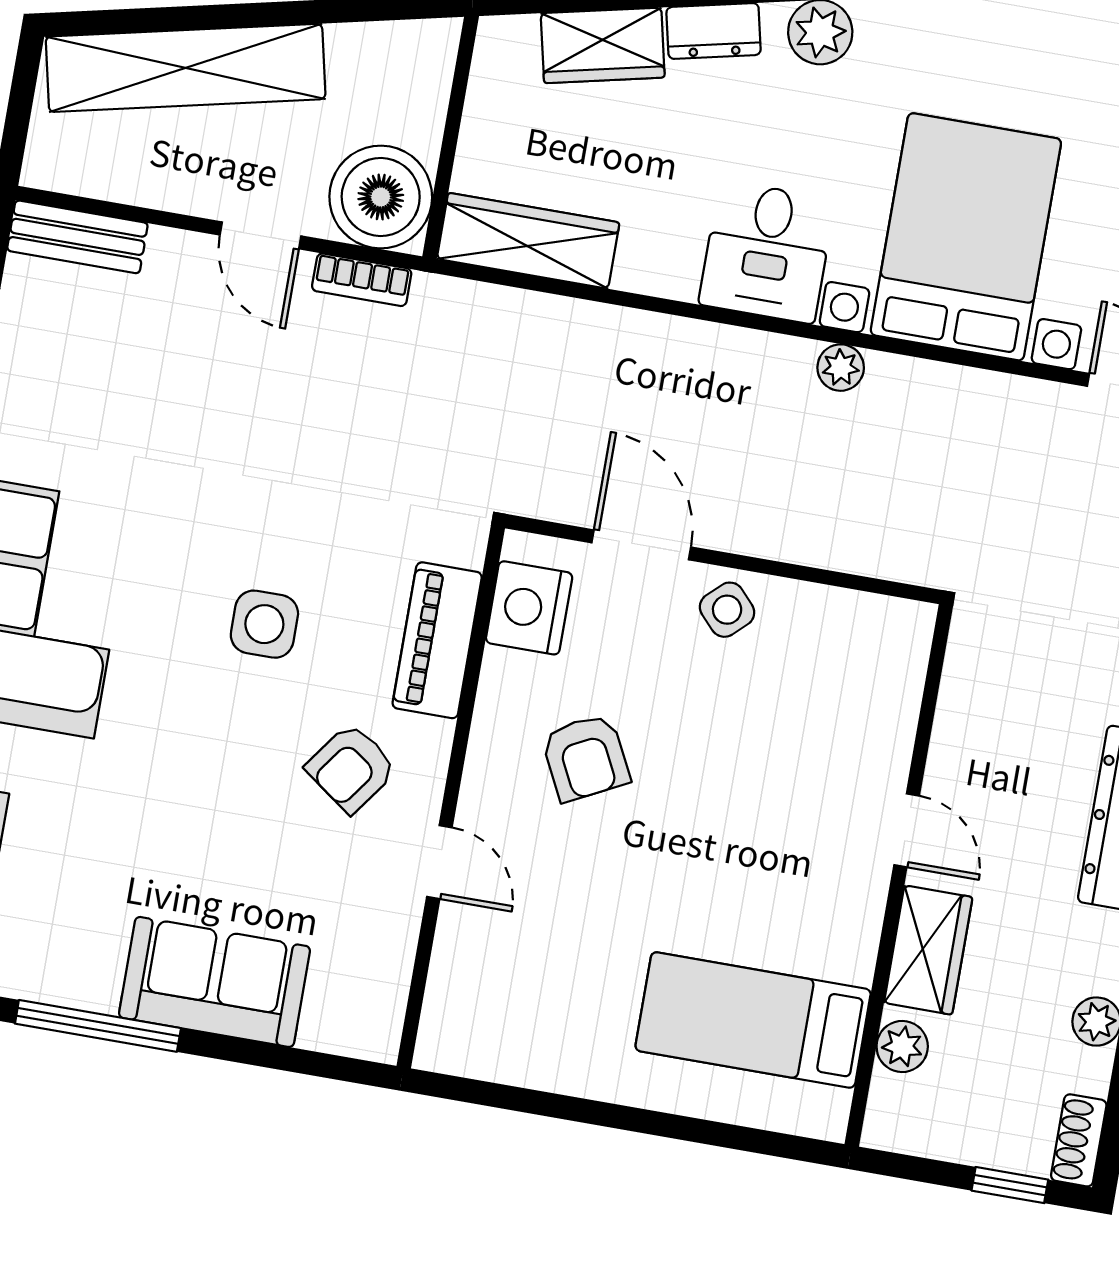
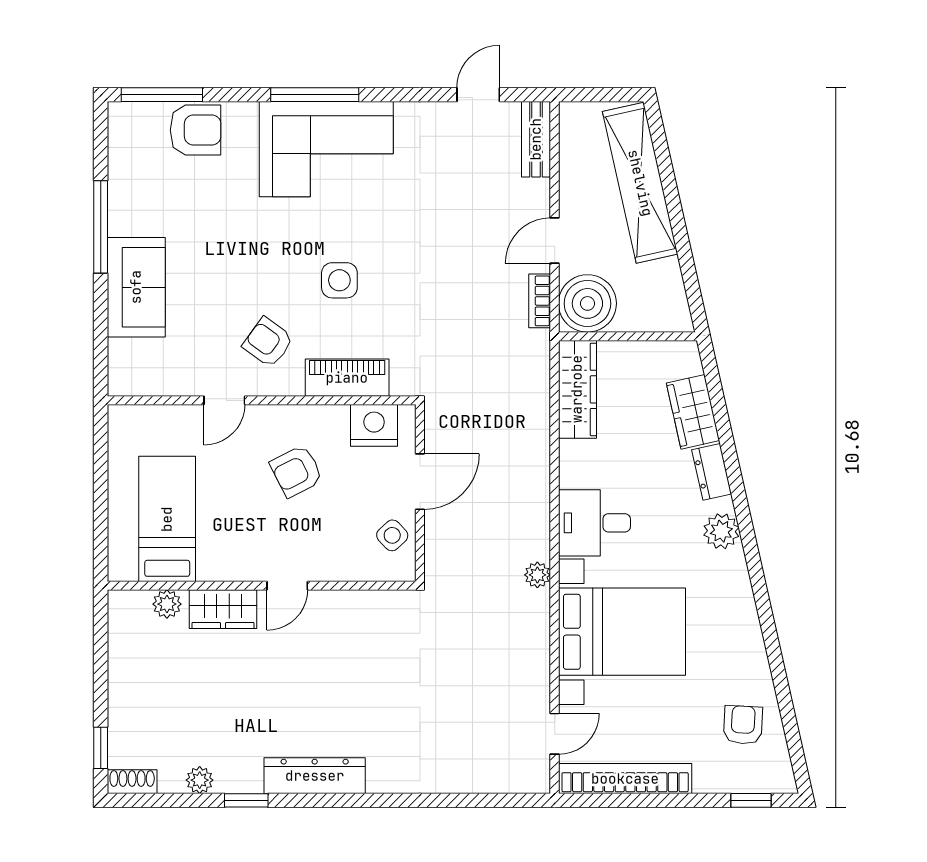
door: (907, 830) -> (287, 586), moved
wall: (899, 875) -> (262, 586), moved
wardrobe: (928, 950) -> (223, 609), moved
bed: (753, 1020) -> (167, 519), moved
plant: (902, 1047) -> (167, 604), moved

